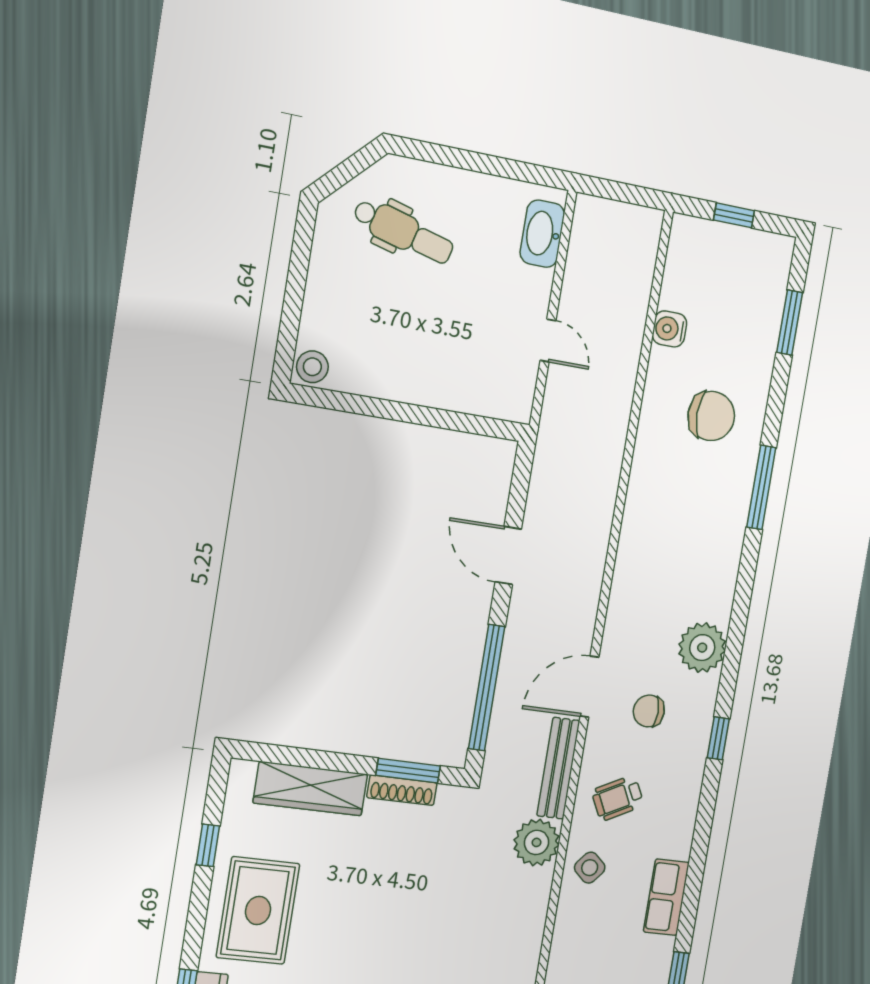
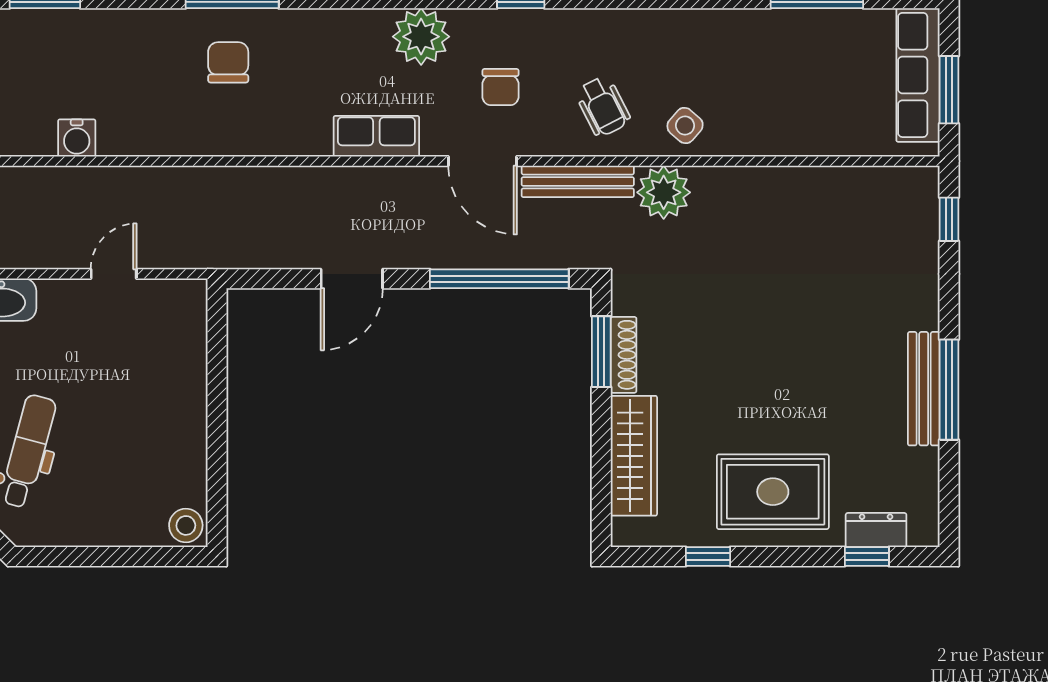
chair: (711, 416) -> (228, 62), moved, width x0.73, depth x0.73
row of seats: (666, 897) -> (376, 136), moved, turned 180

